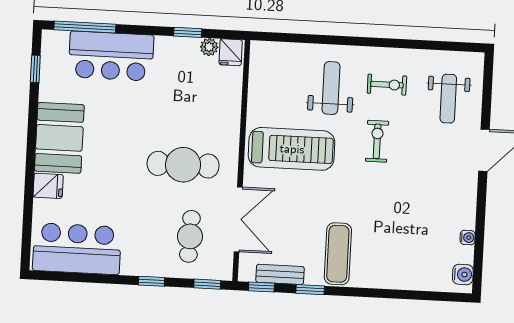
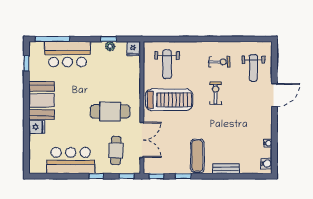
plant: (209, 47) -> (110, 46), moved
weight bench: (331, 88) -> (167, 64), moved, turned 180
bar counter: (77, 249) -> (71, 161), moved
bench: (280, 274) -> (226, 169), moved

